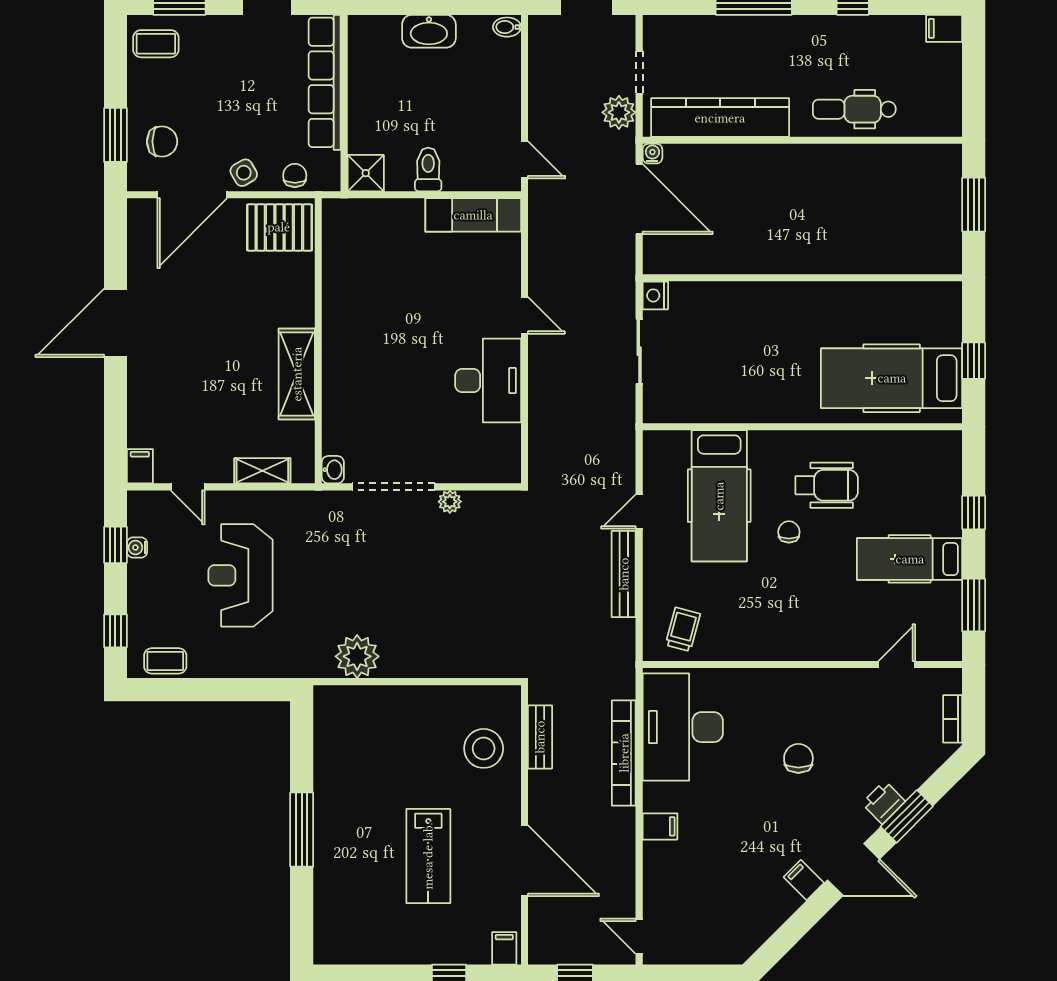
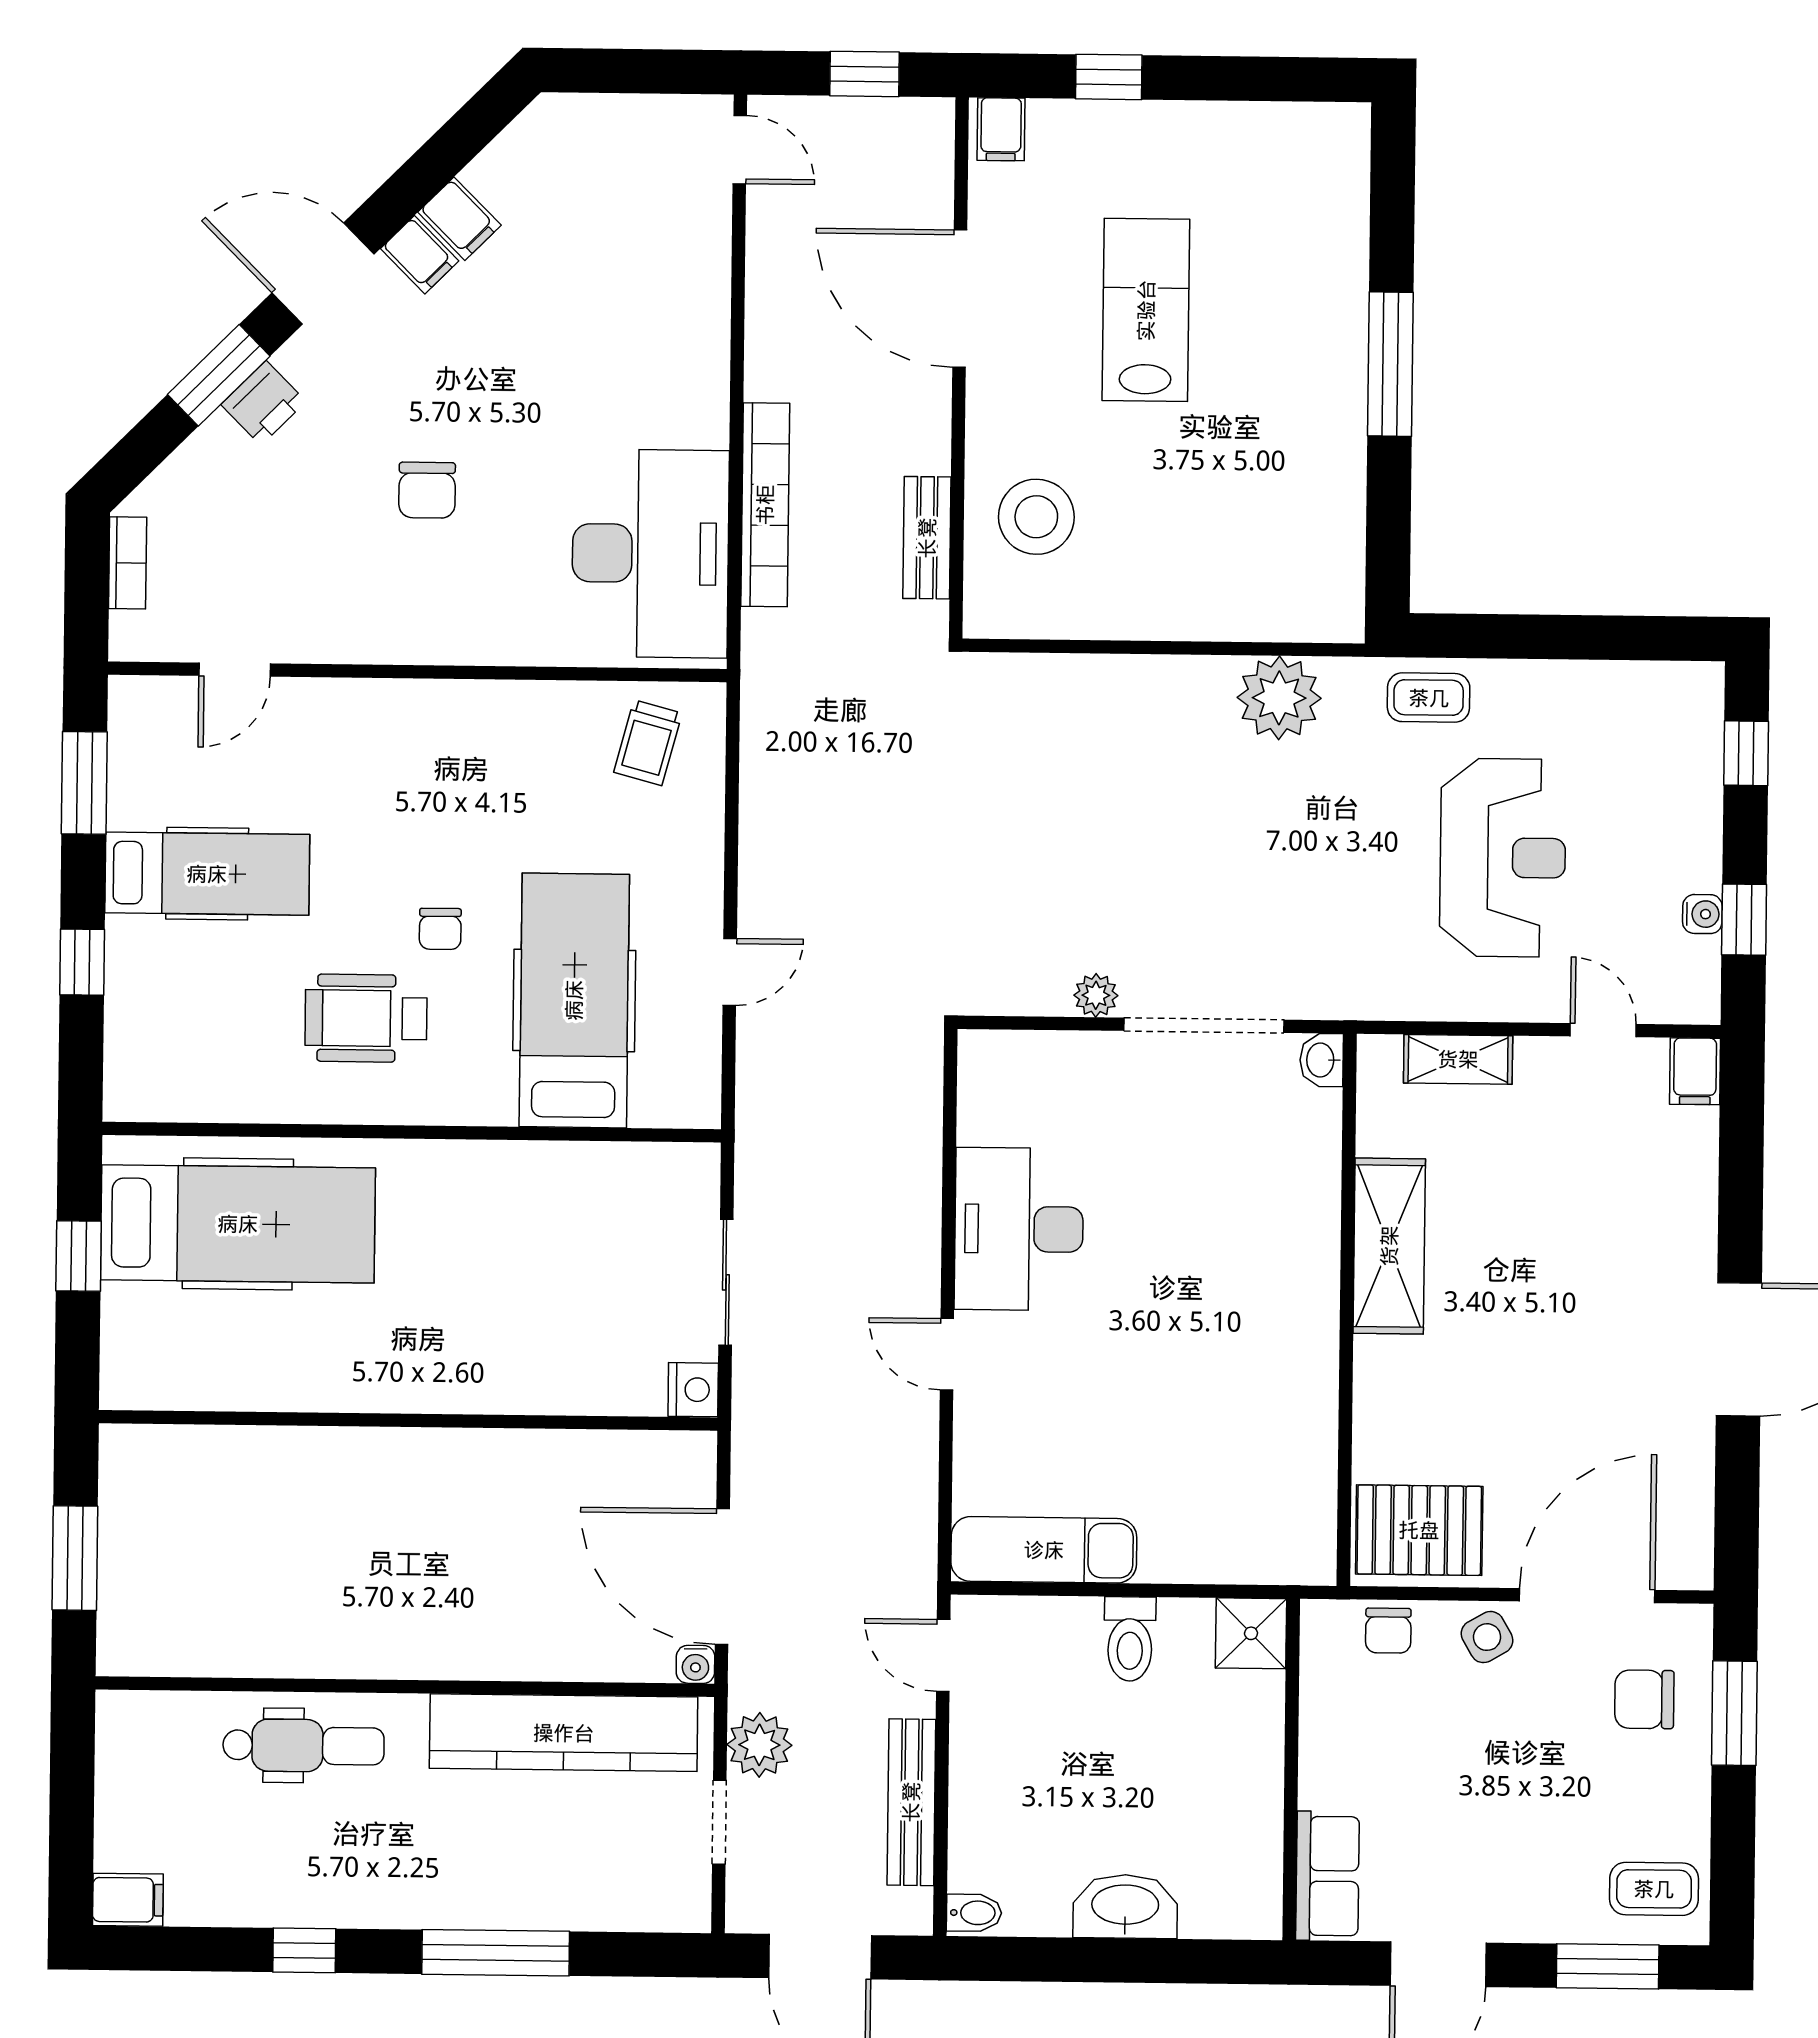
row of seats: (325, 82) -> (1327, 1876), width x0.50
bench: (624, 574) -> (911, 1802), moved
coffee table: (165, 661) -> (1429, 698), moved
filing cabinet: (660, 826) -> (459, 219), moved, turned -135

